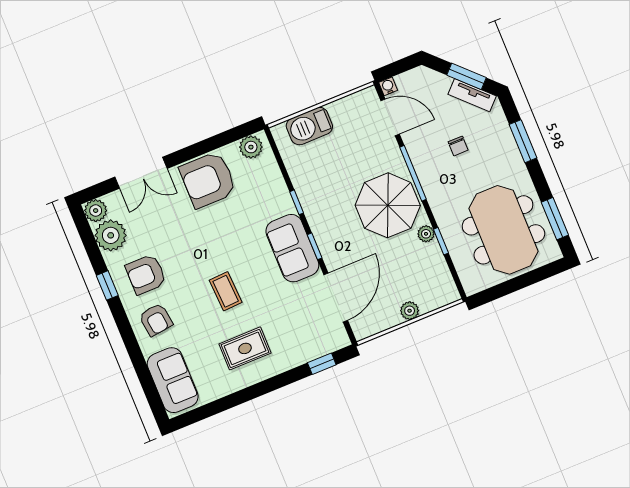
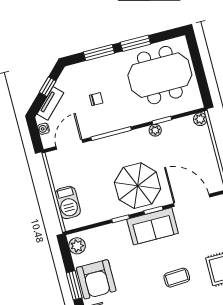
window: (466, 76) -> (48, 87), width x0.67
water cooler: (388, 86) -> (44, 129), moved
tv unit: (472, 95) -> (50, 103), moved
window: (196, 150) -> (74, 285), added
parasol: (388, 205) -> (138, 186), moved
window: (555, 219) -> (135, 43), moved
plant: (410, 311) -> (200, 119), moved

